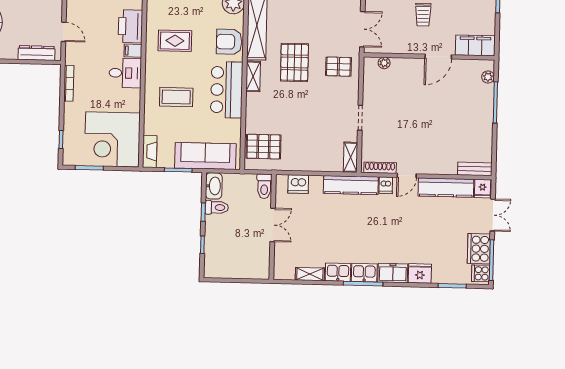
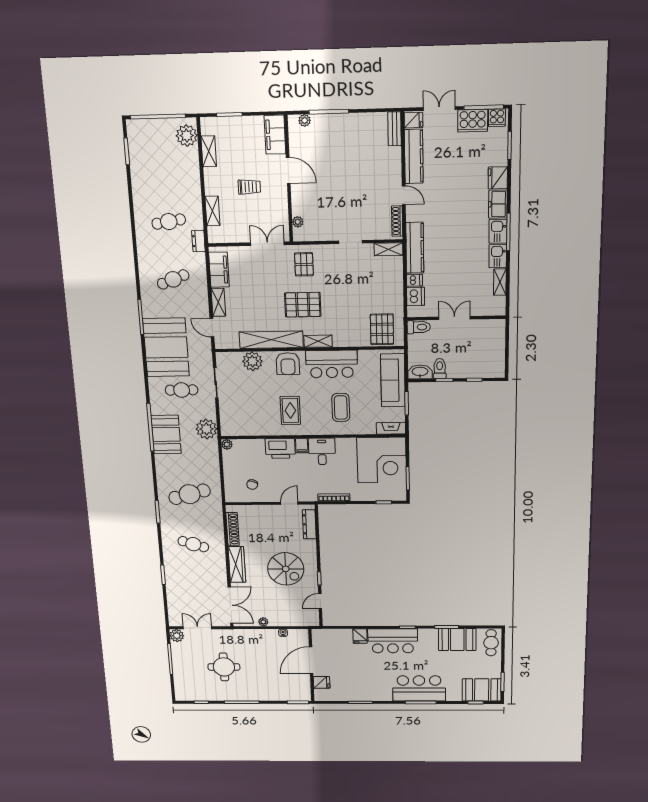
dishwasher: (386, 185) -> (414, 280), moved

